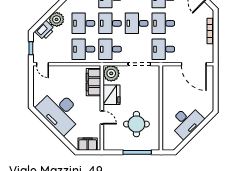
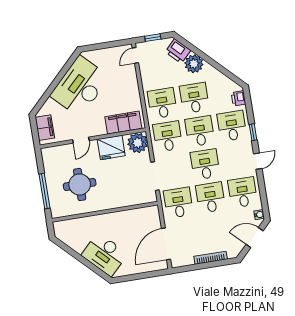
desk: (186, 121) -> (105, 254), moved

